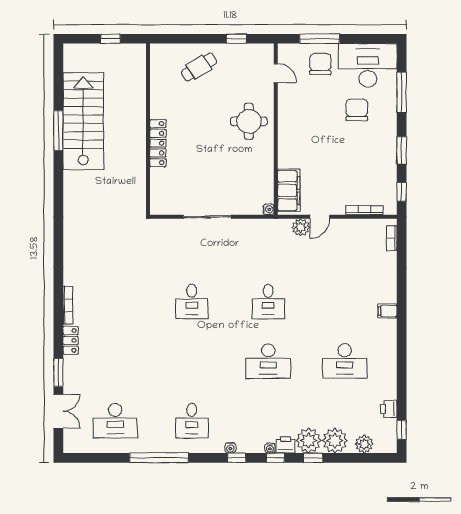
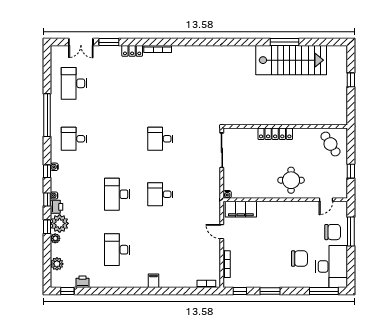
window: (402, 92) -> (324, 291), moved
wall: (148, 129) -> (285, 126), moved
locker: (158, 143) -> (275, 134), moved
plant: (301, 227) -> (214, 218), removed
plant: (335, 441) -> (55, 238), width x0.53, depth x0.53

